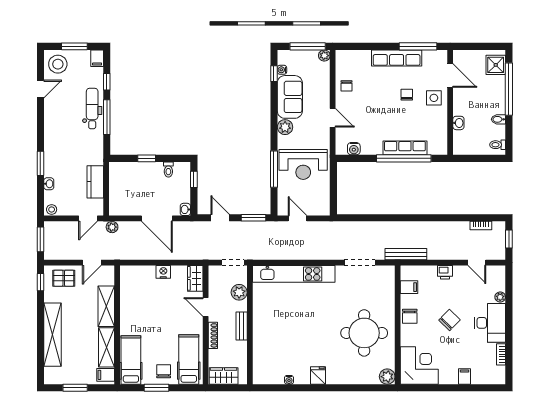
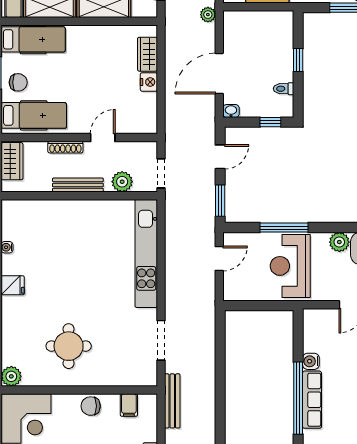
water cooler: (354, 149) -> (311, 361), moved
wardrobe: (195, 278) -> (147, 54), moved, turned -90
bench: (242, 326) -> (78, 185), width x1.36
round table: (364, 333) -> (69, 346), width x0.73, depth x0.73

